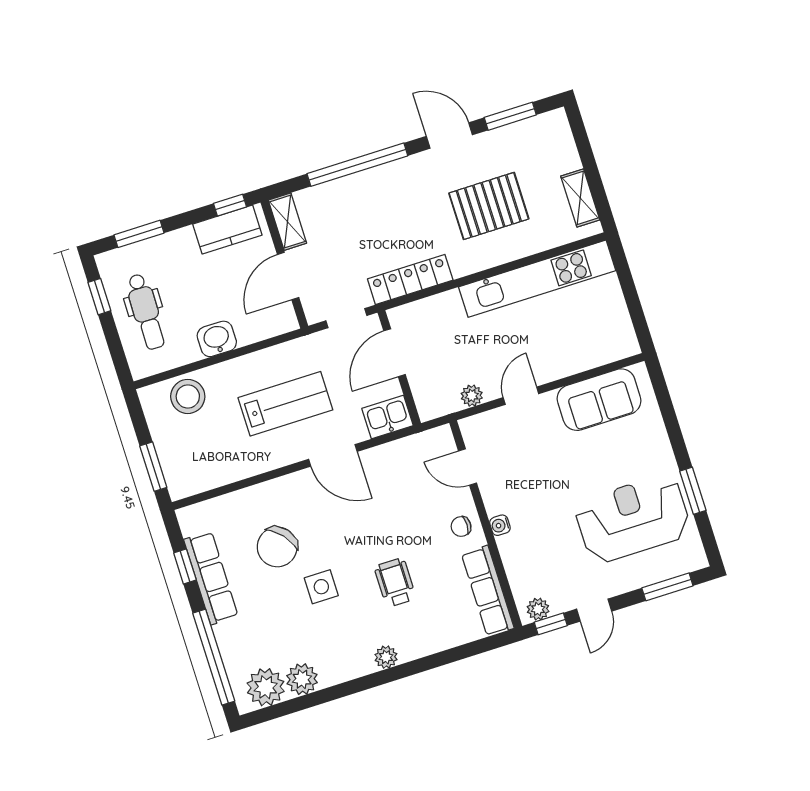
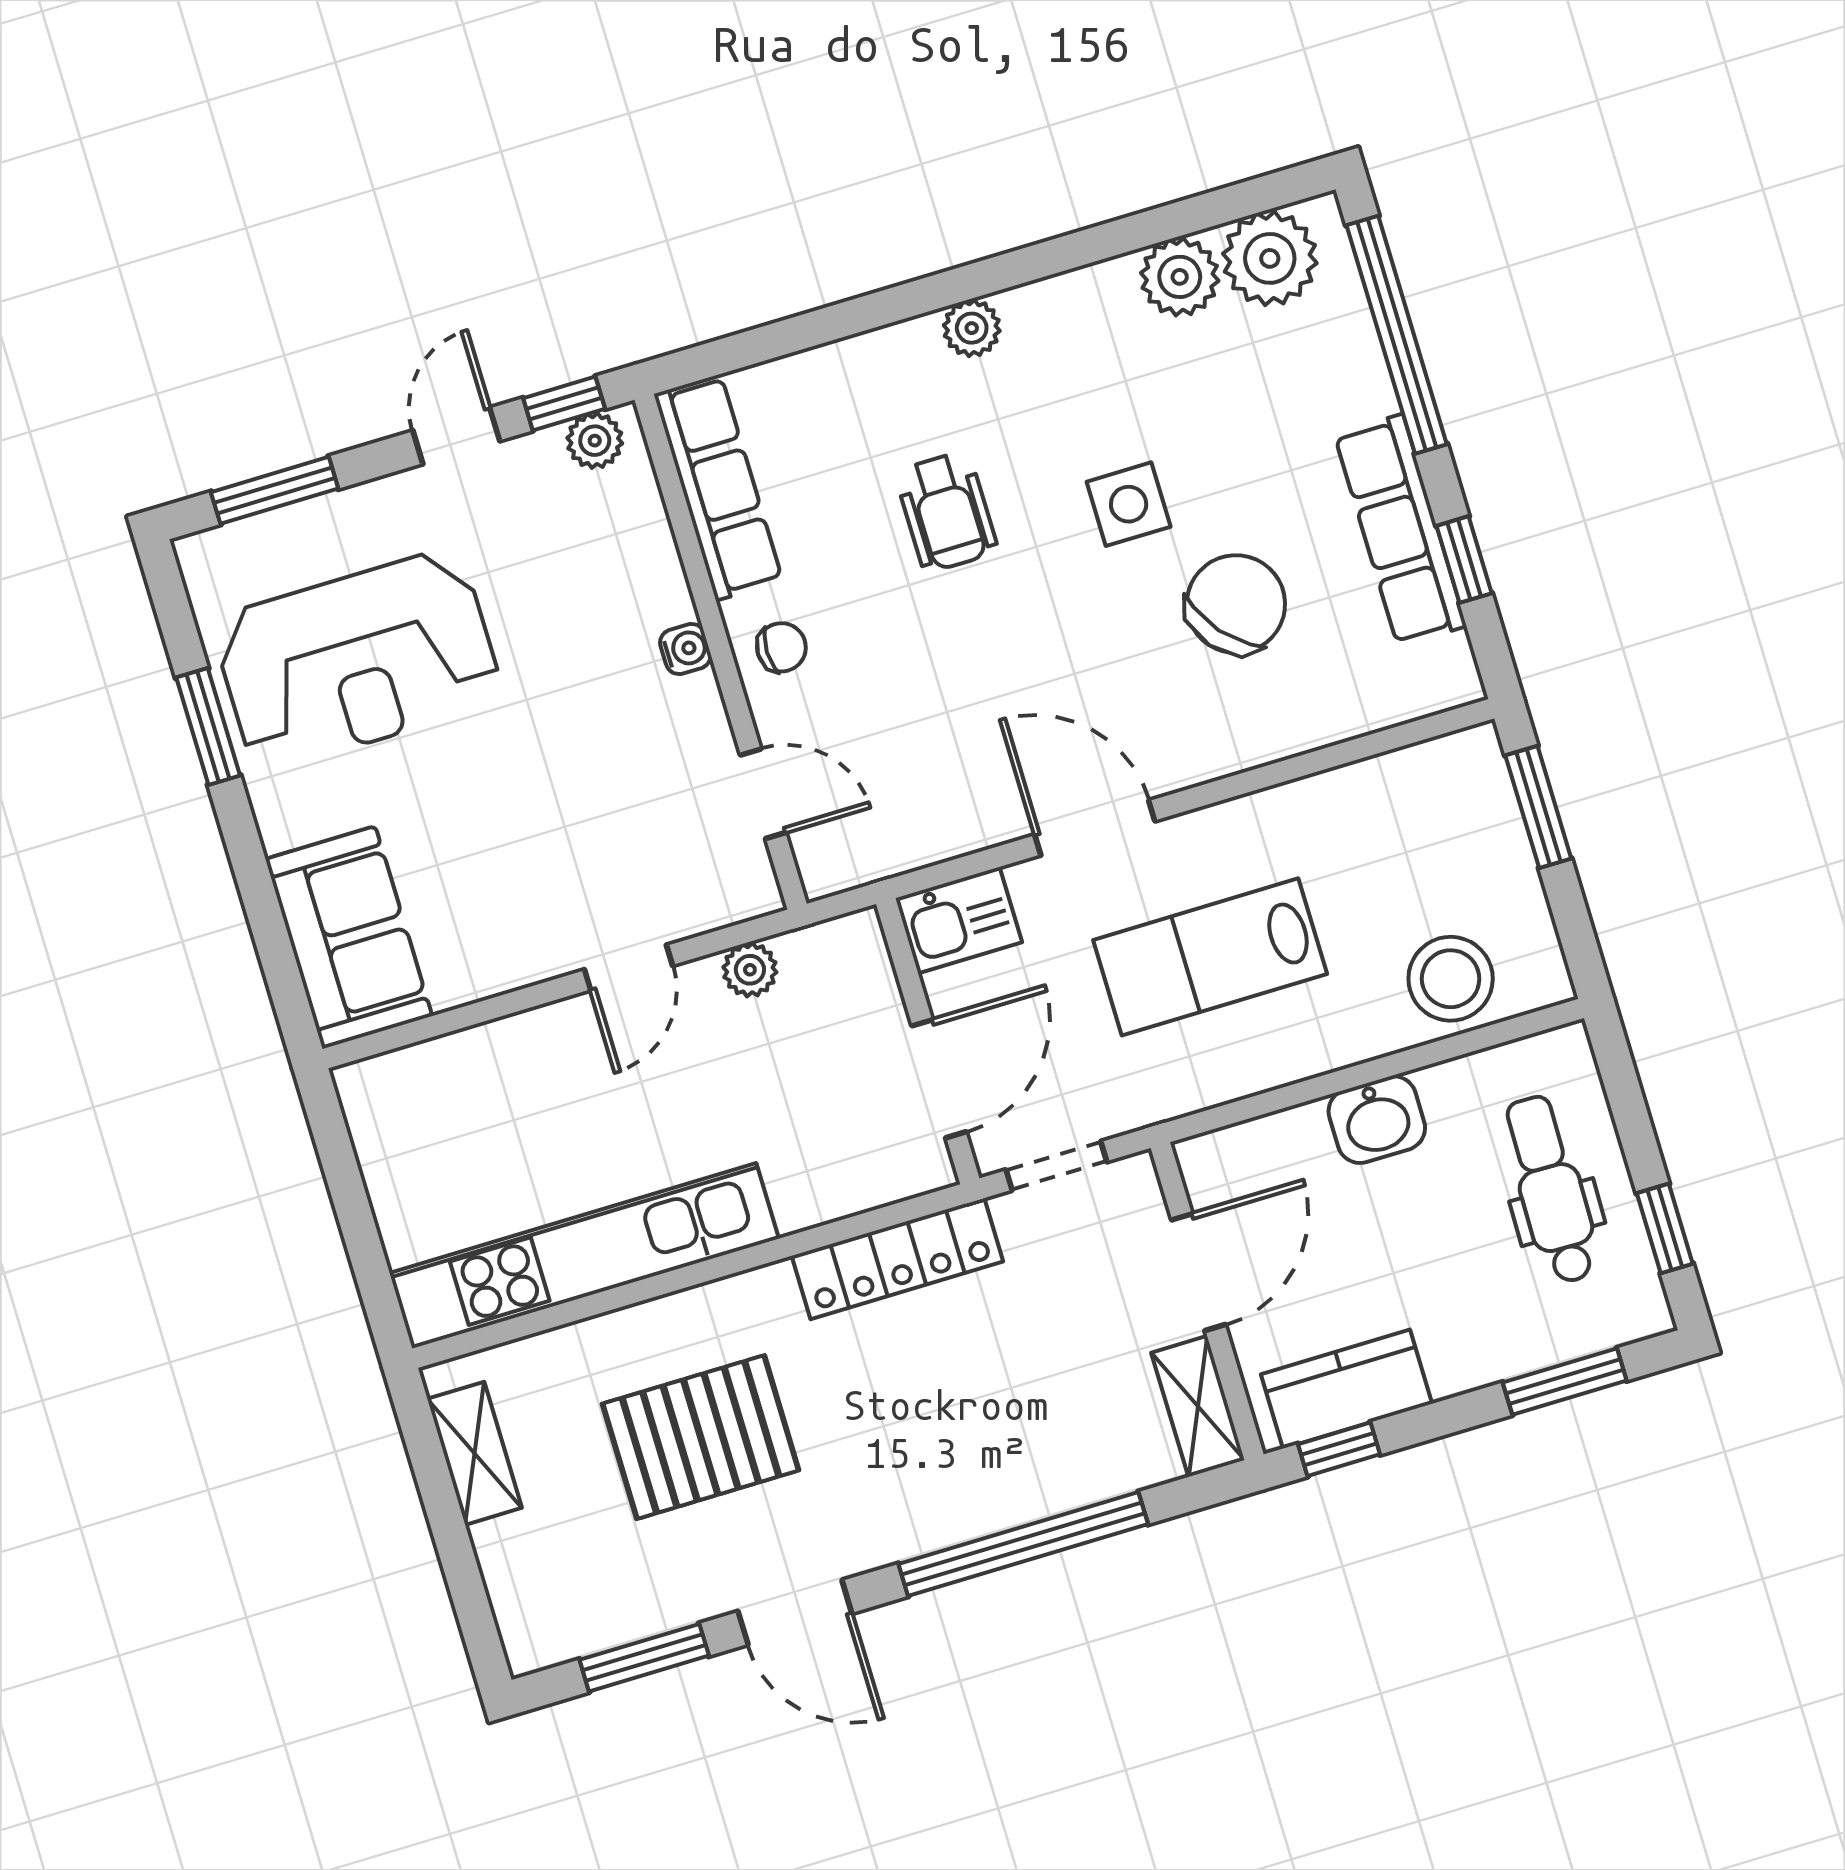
sofa: (599, 400) -> (349, 937), moved, turned 90

